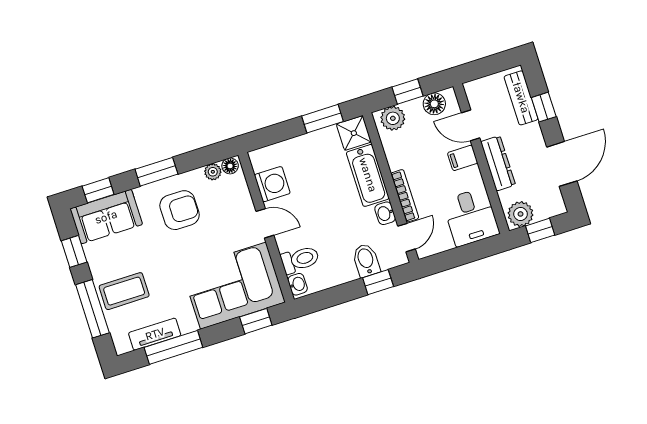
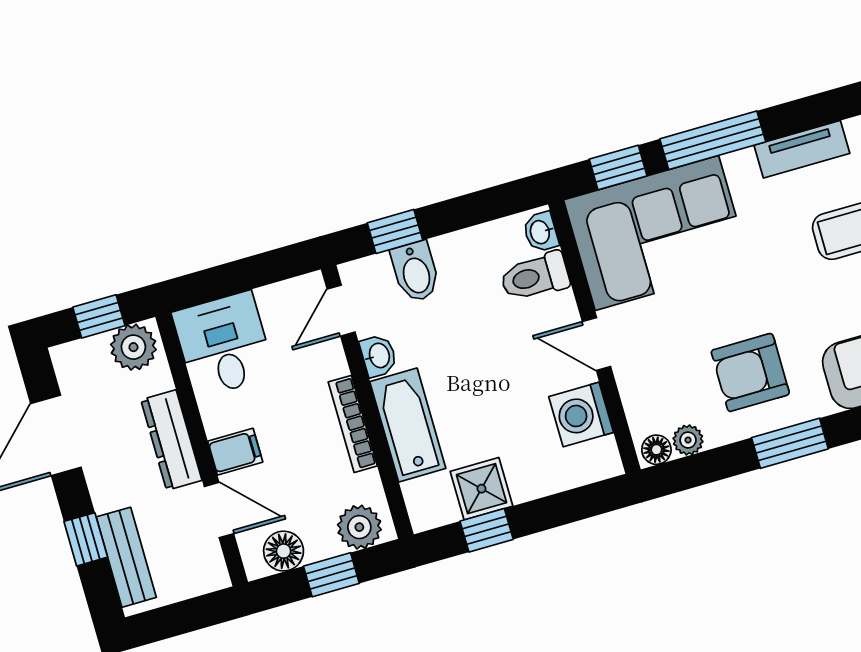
window: (323, 119) -> (487, 530), width x0.67
shower: (354, 133) -> (481, 489), moved
bookcase: (405, 196) -> (353, 424), moved
window: (173, 347) -> (713, 140), moved

